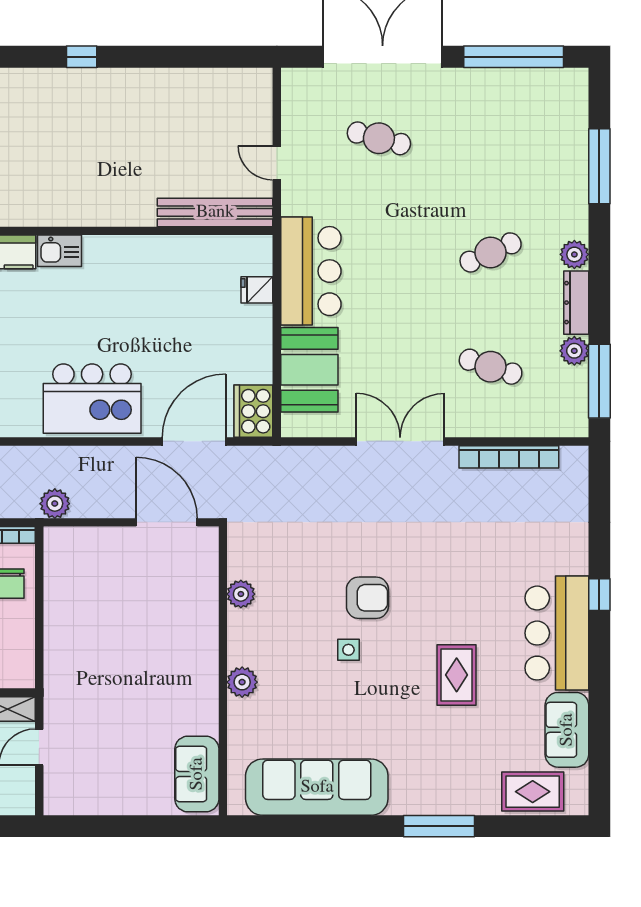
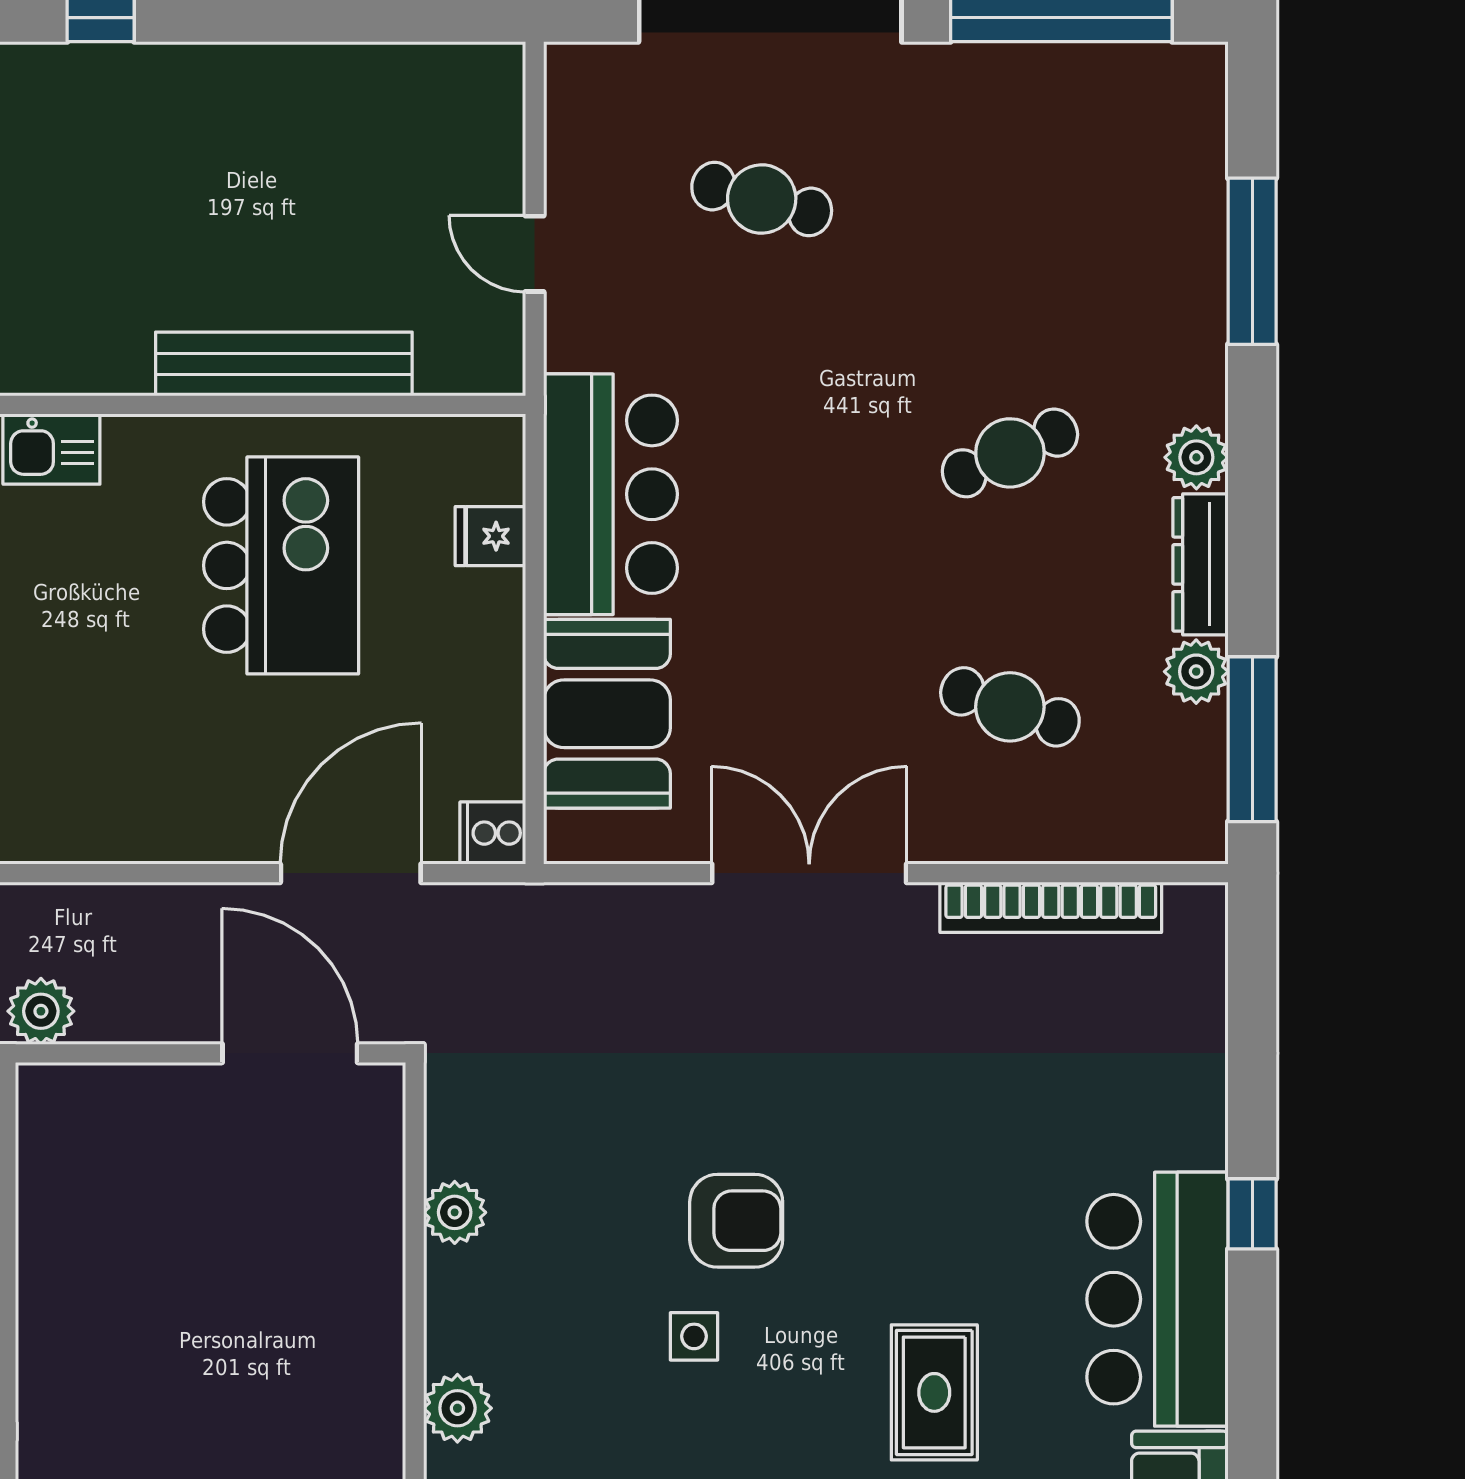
bench: (215, 212) -> (284, 364), moved
kitchen island: (92, 399) -> (281, 565), moved, turned -90
cooker: (253, 411) -> (493, 833), width x0.53, depth x0.76

